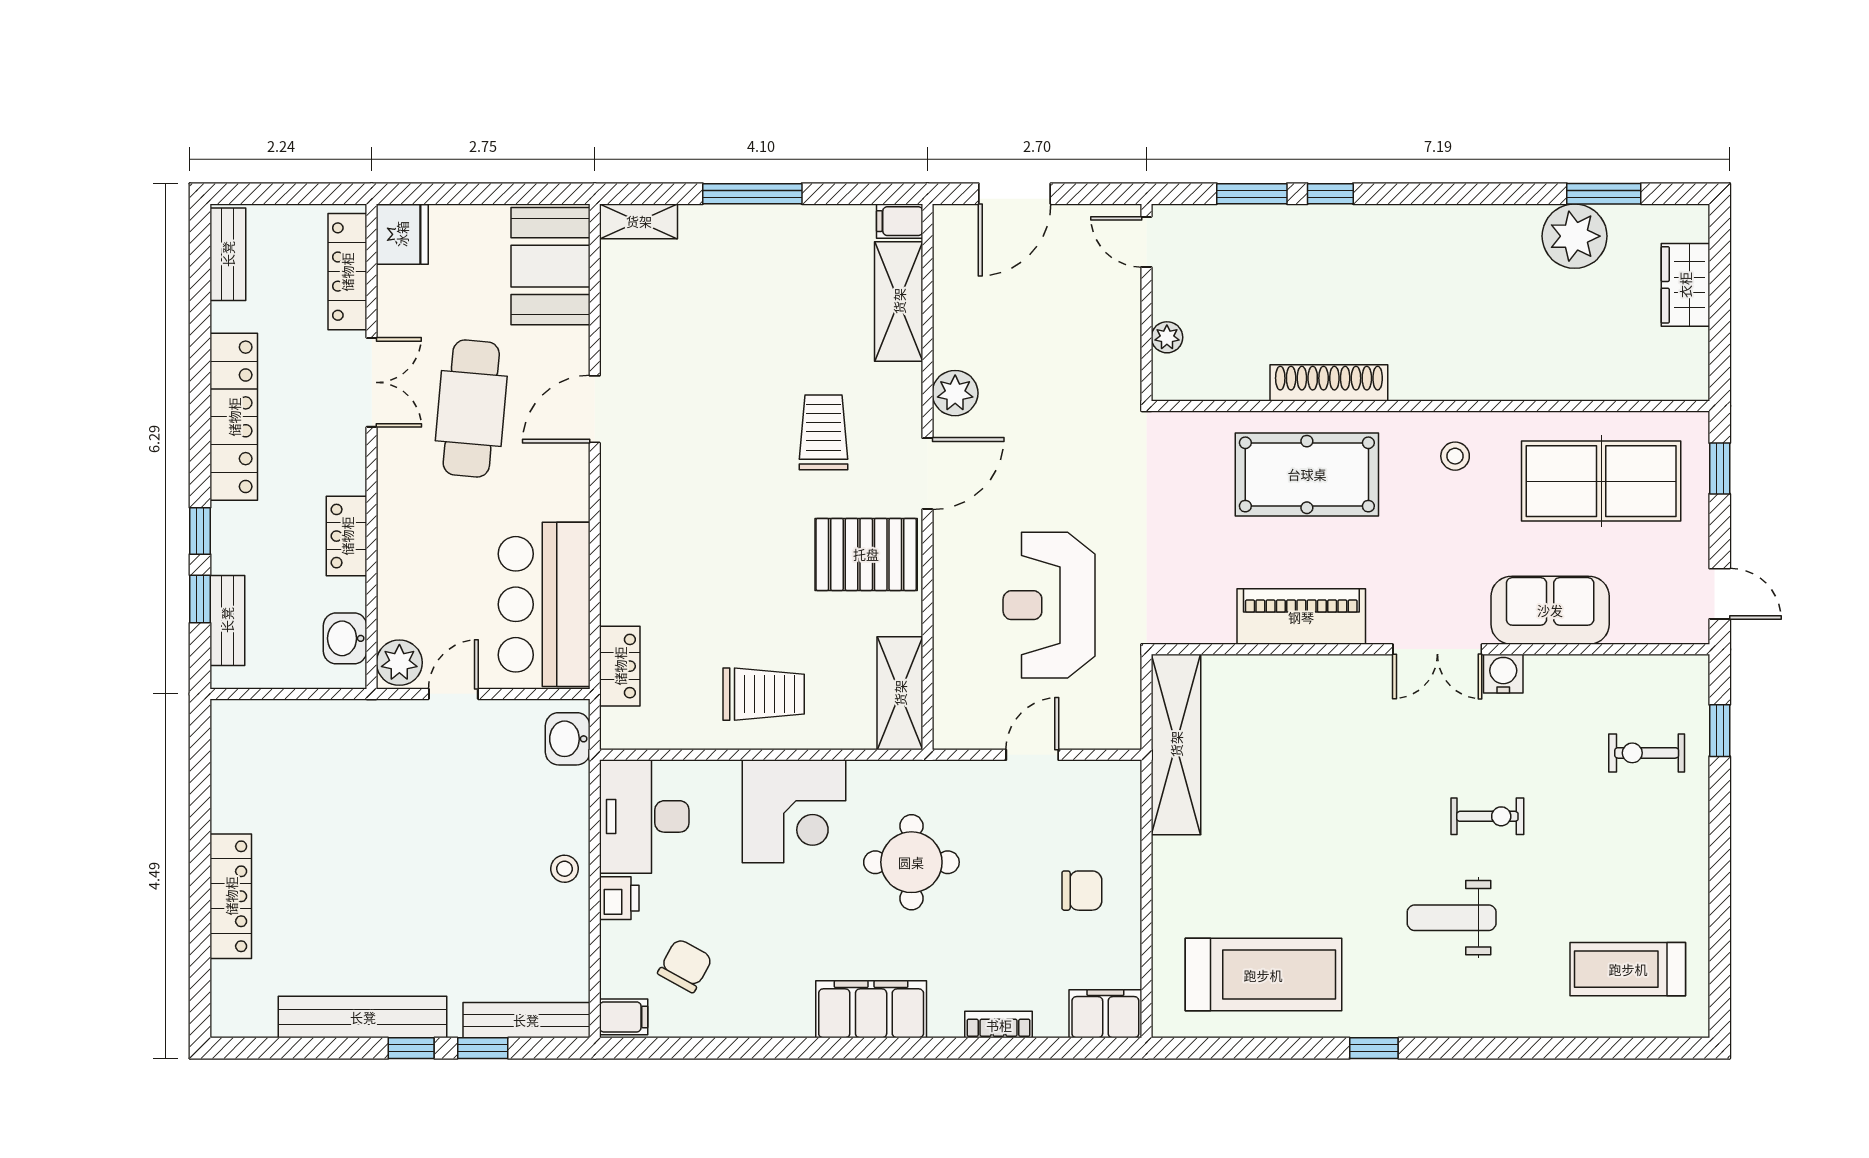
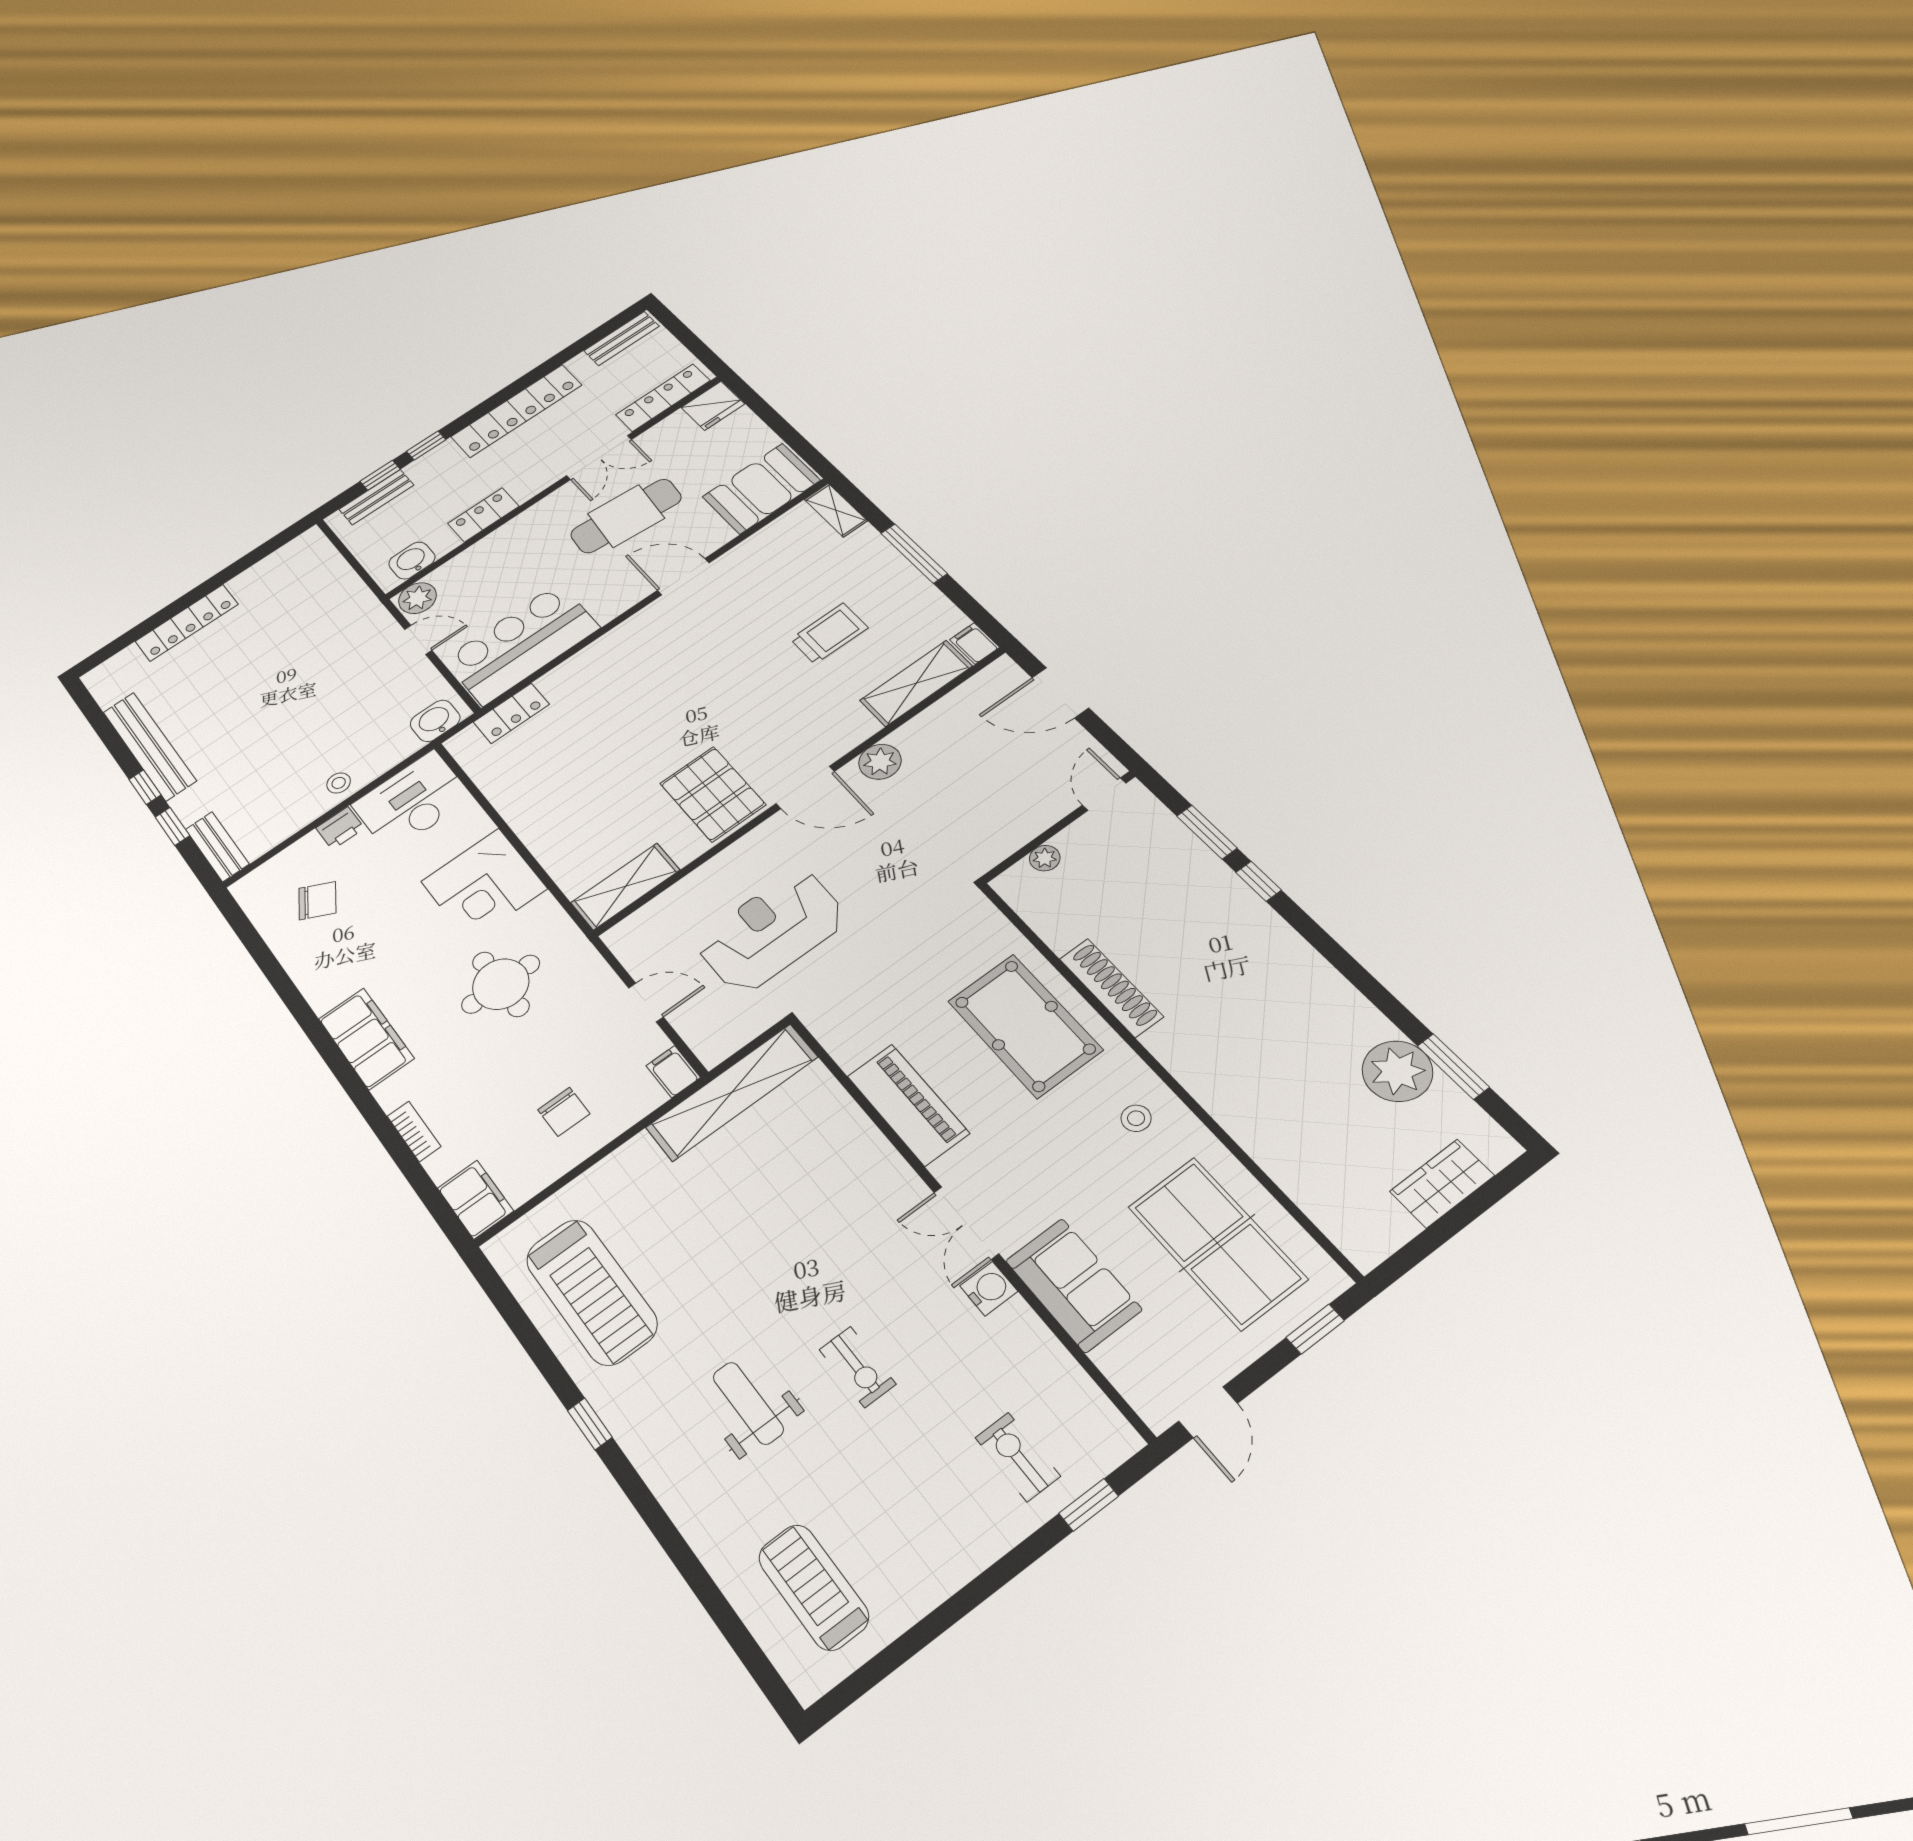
trolley: (824, 432) -> (829, 633), moved
trolley: (764, 694) -> (558, 807), removed
filing cabinet: (624, 1017) -> (673, 1072), moved, turned 180
bench: (526, 1020) -> (217, 847), width x0.73

